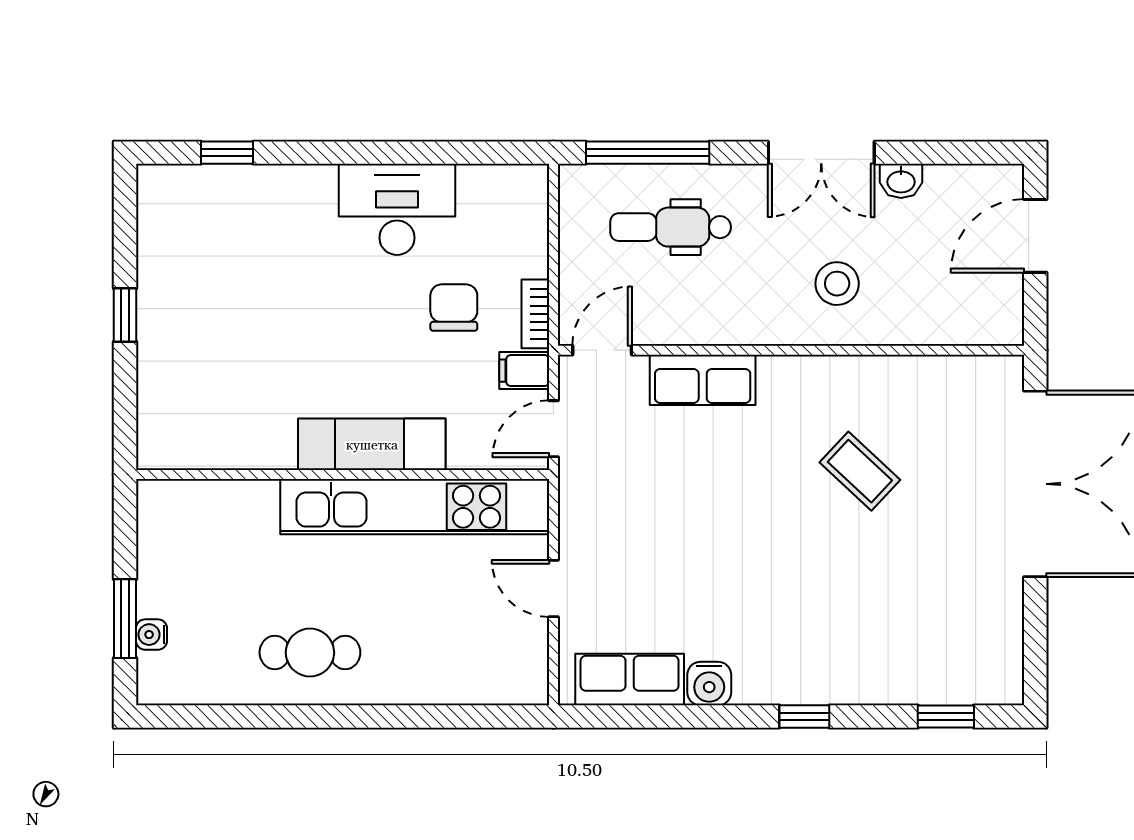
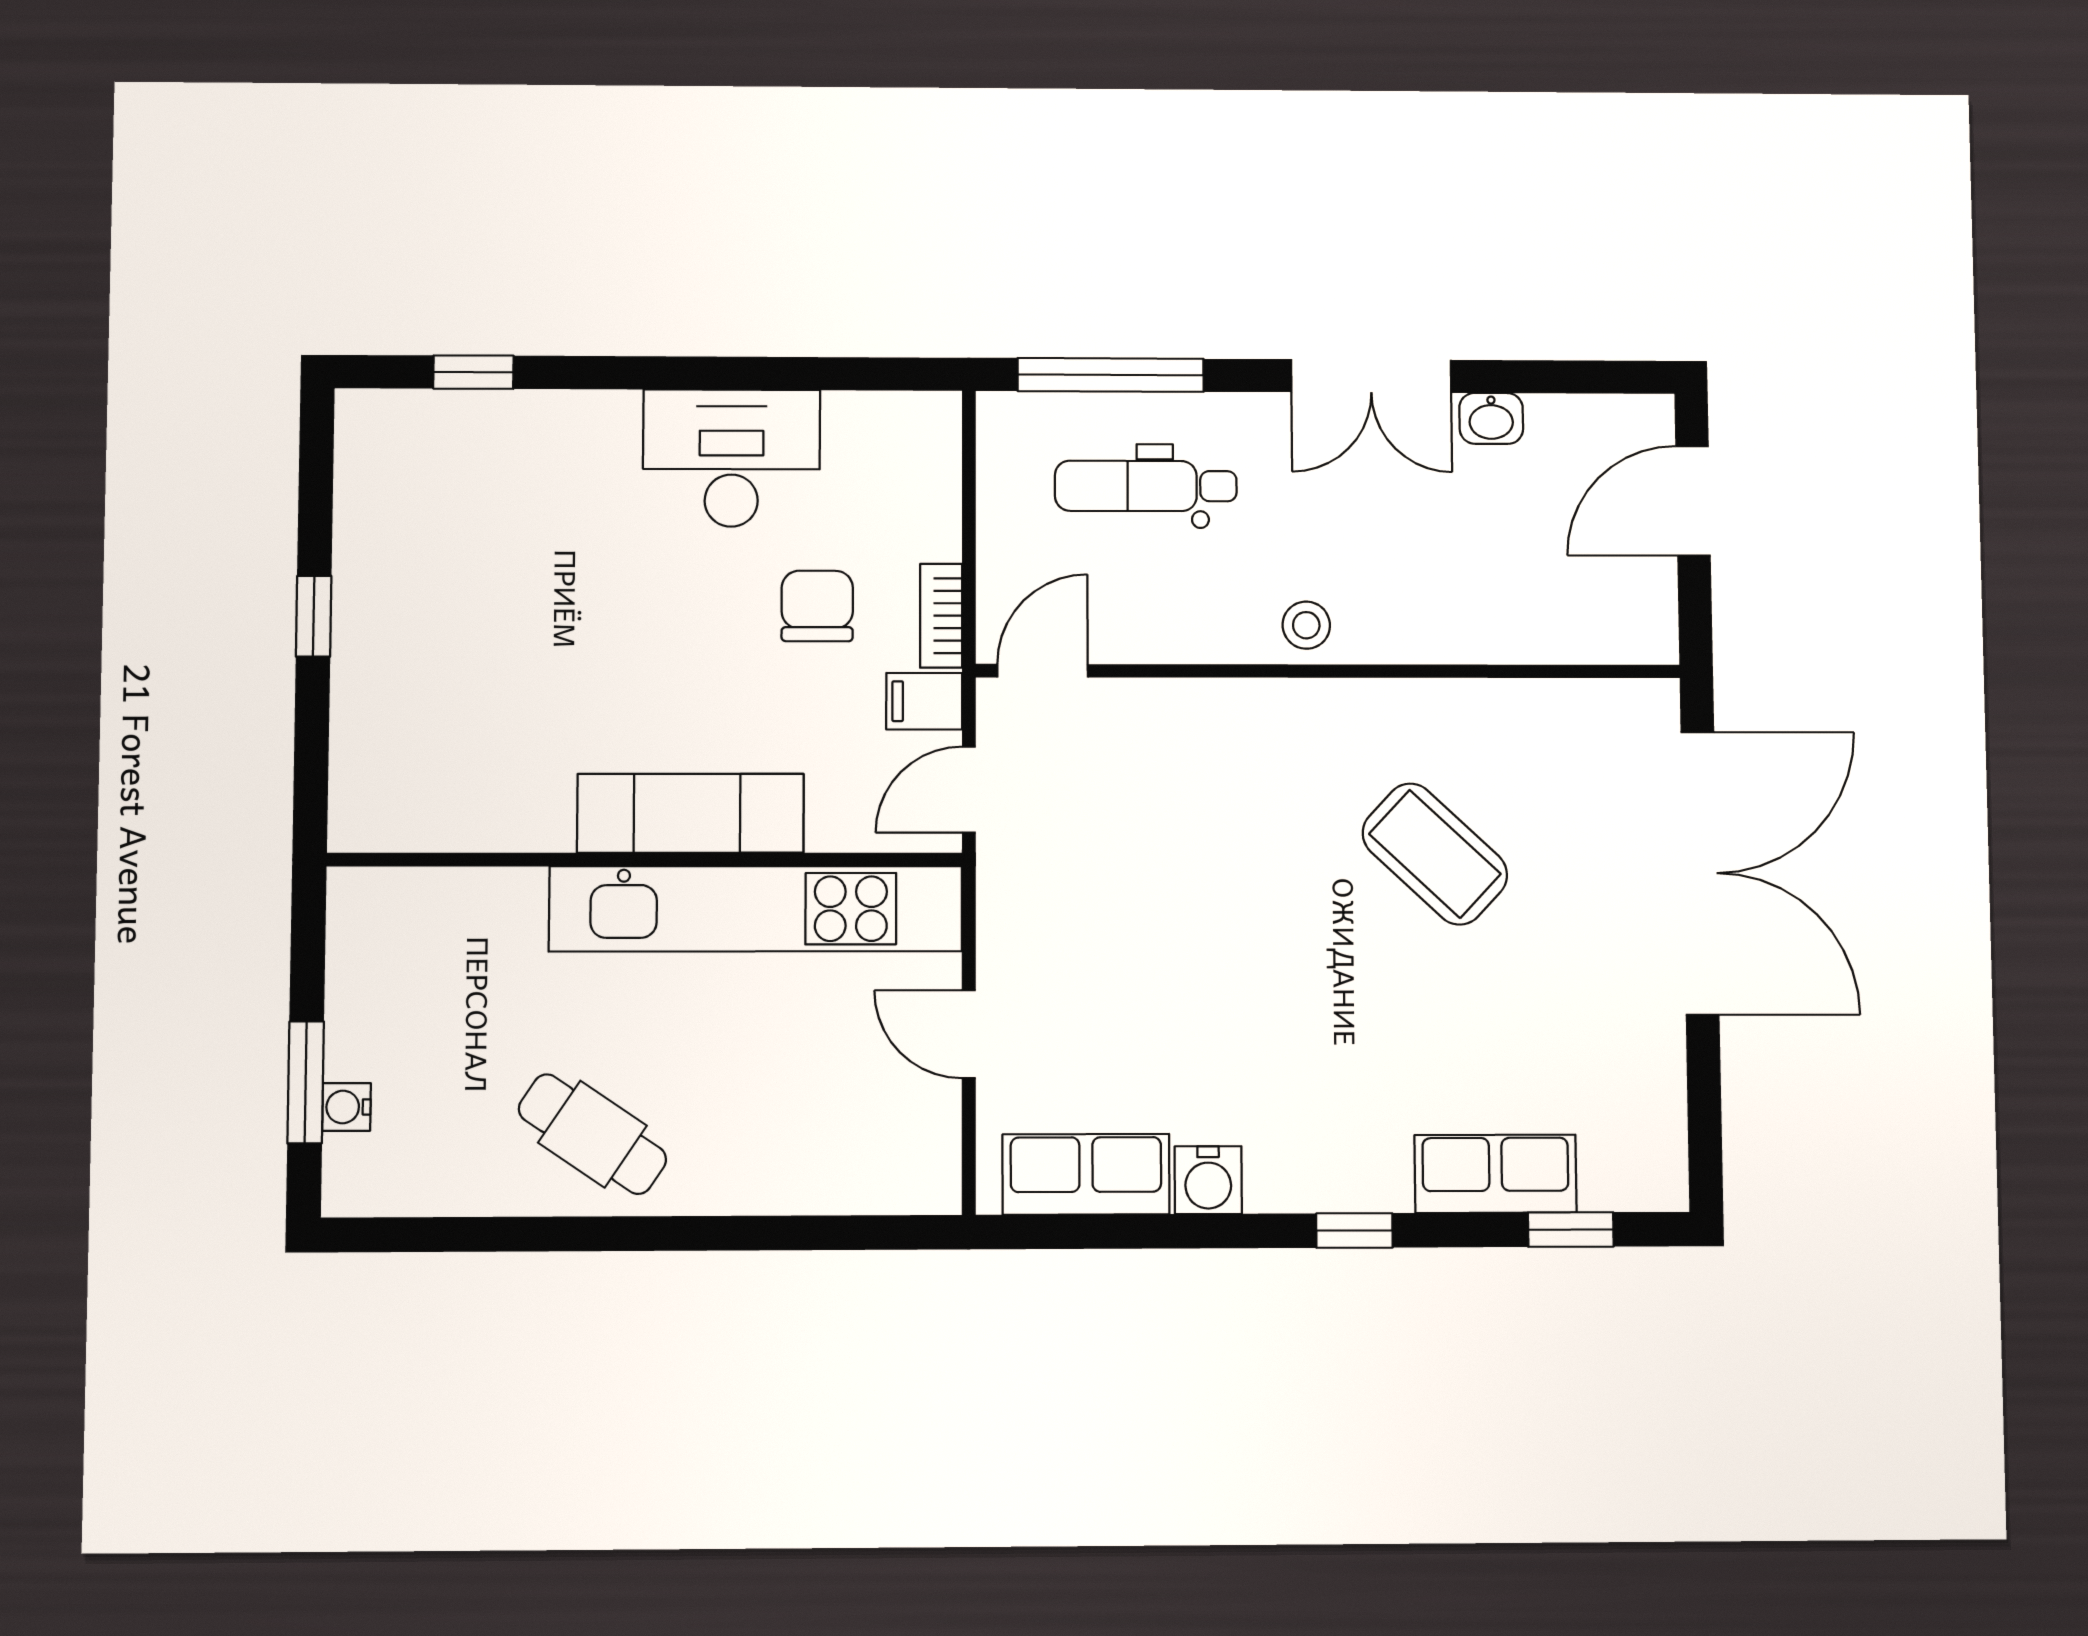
stool: (837, 284) -> (1306, 625), moved, width x0.73, depth x0.73
row of seats: (703, 380) -> (1496, 1174), moved, turned 180
coffee table: (860, 471) -> (1435, 854), width x1.36, depth x1.30
cafe table: (310, 653) -> (592, 1134), turned 34

